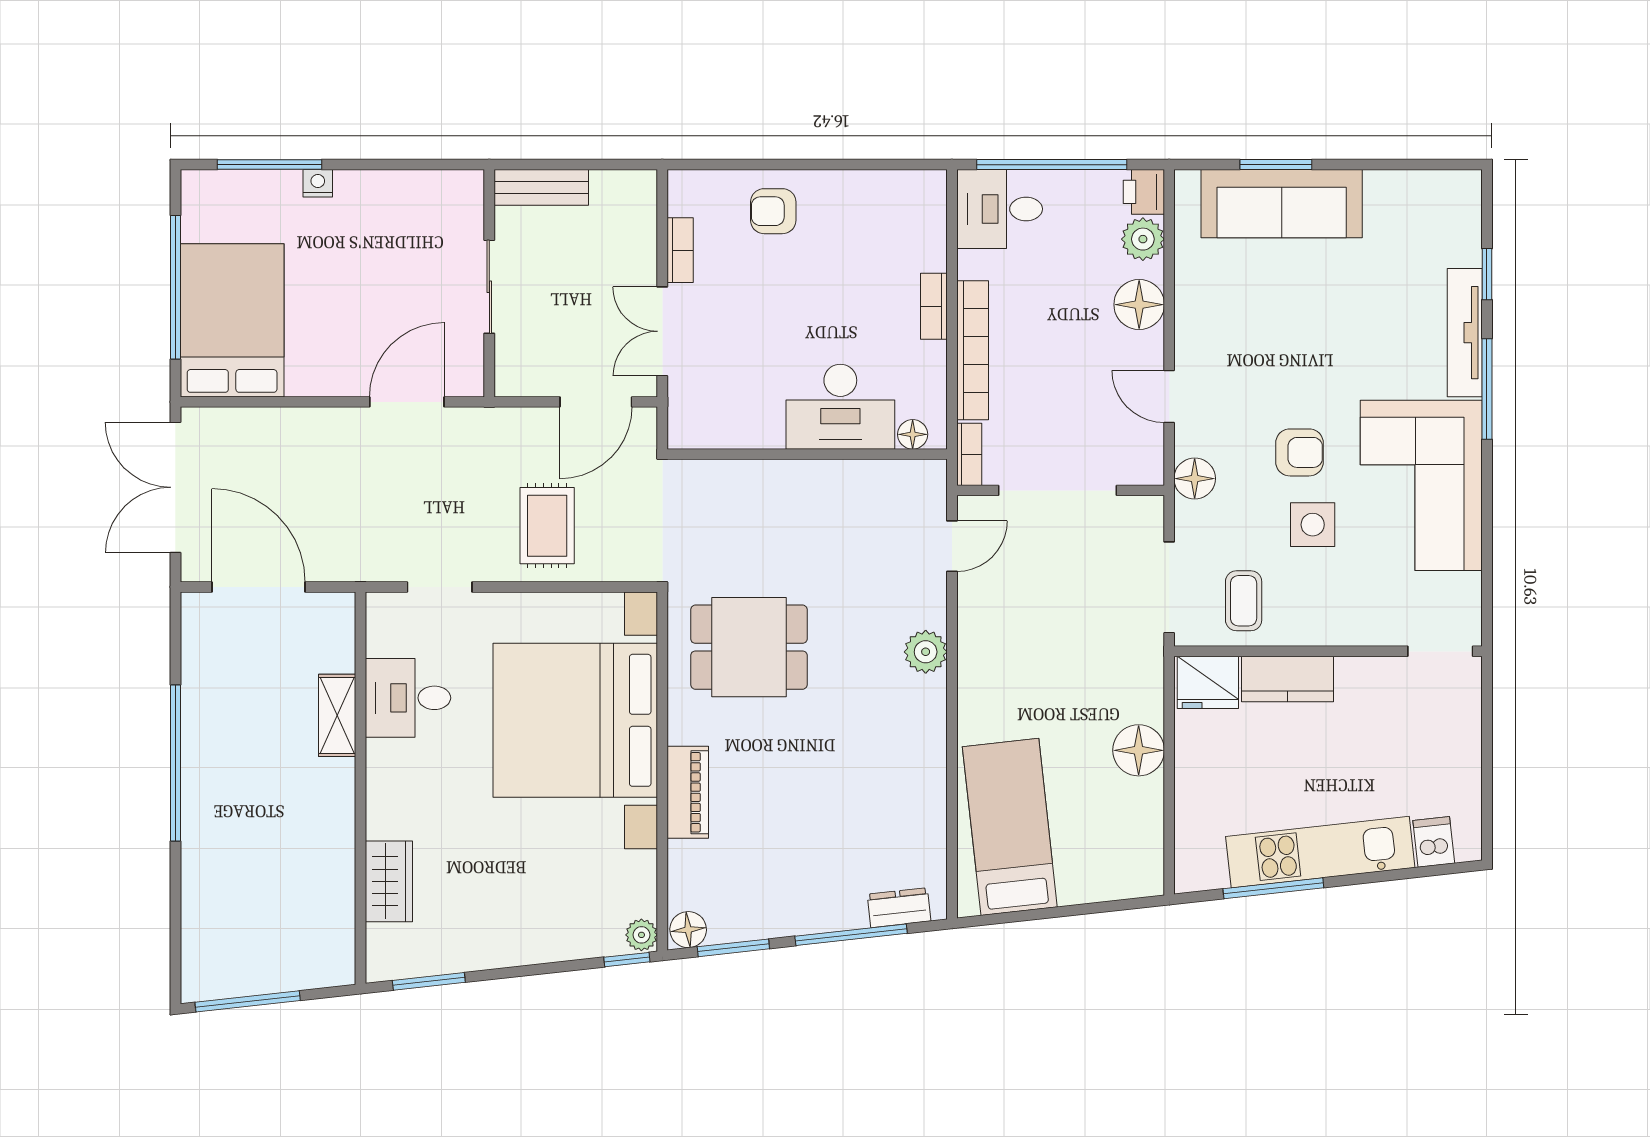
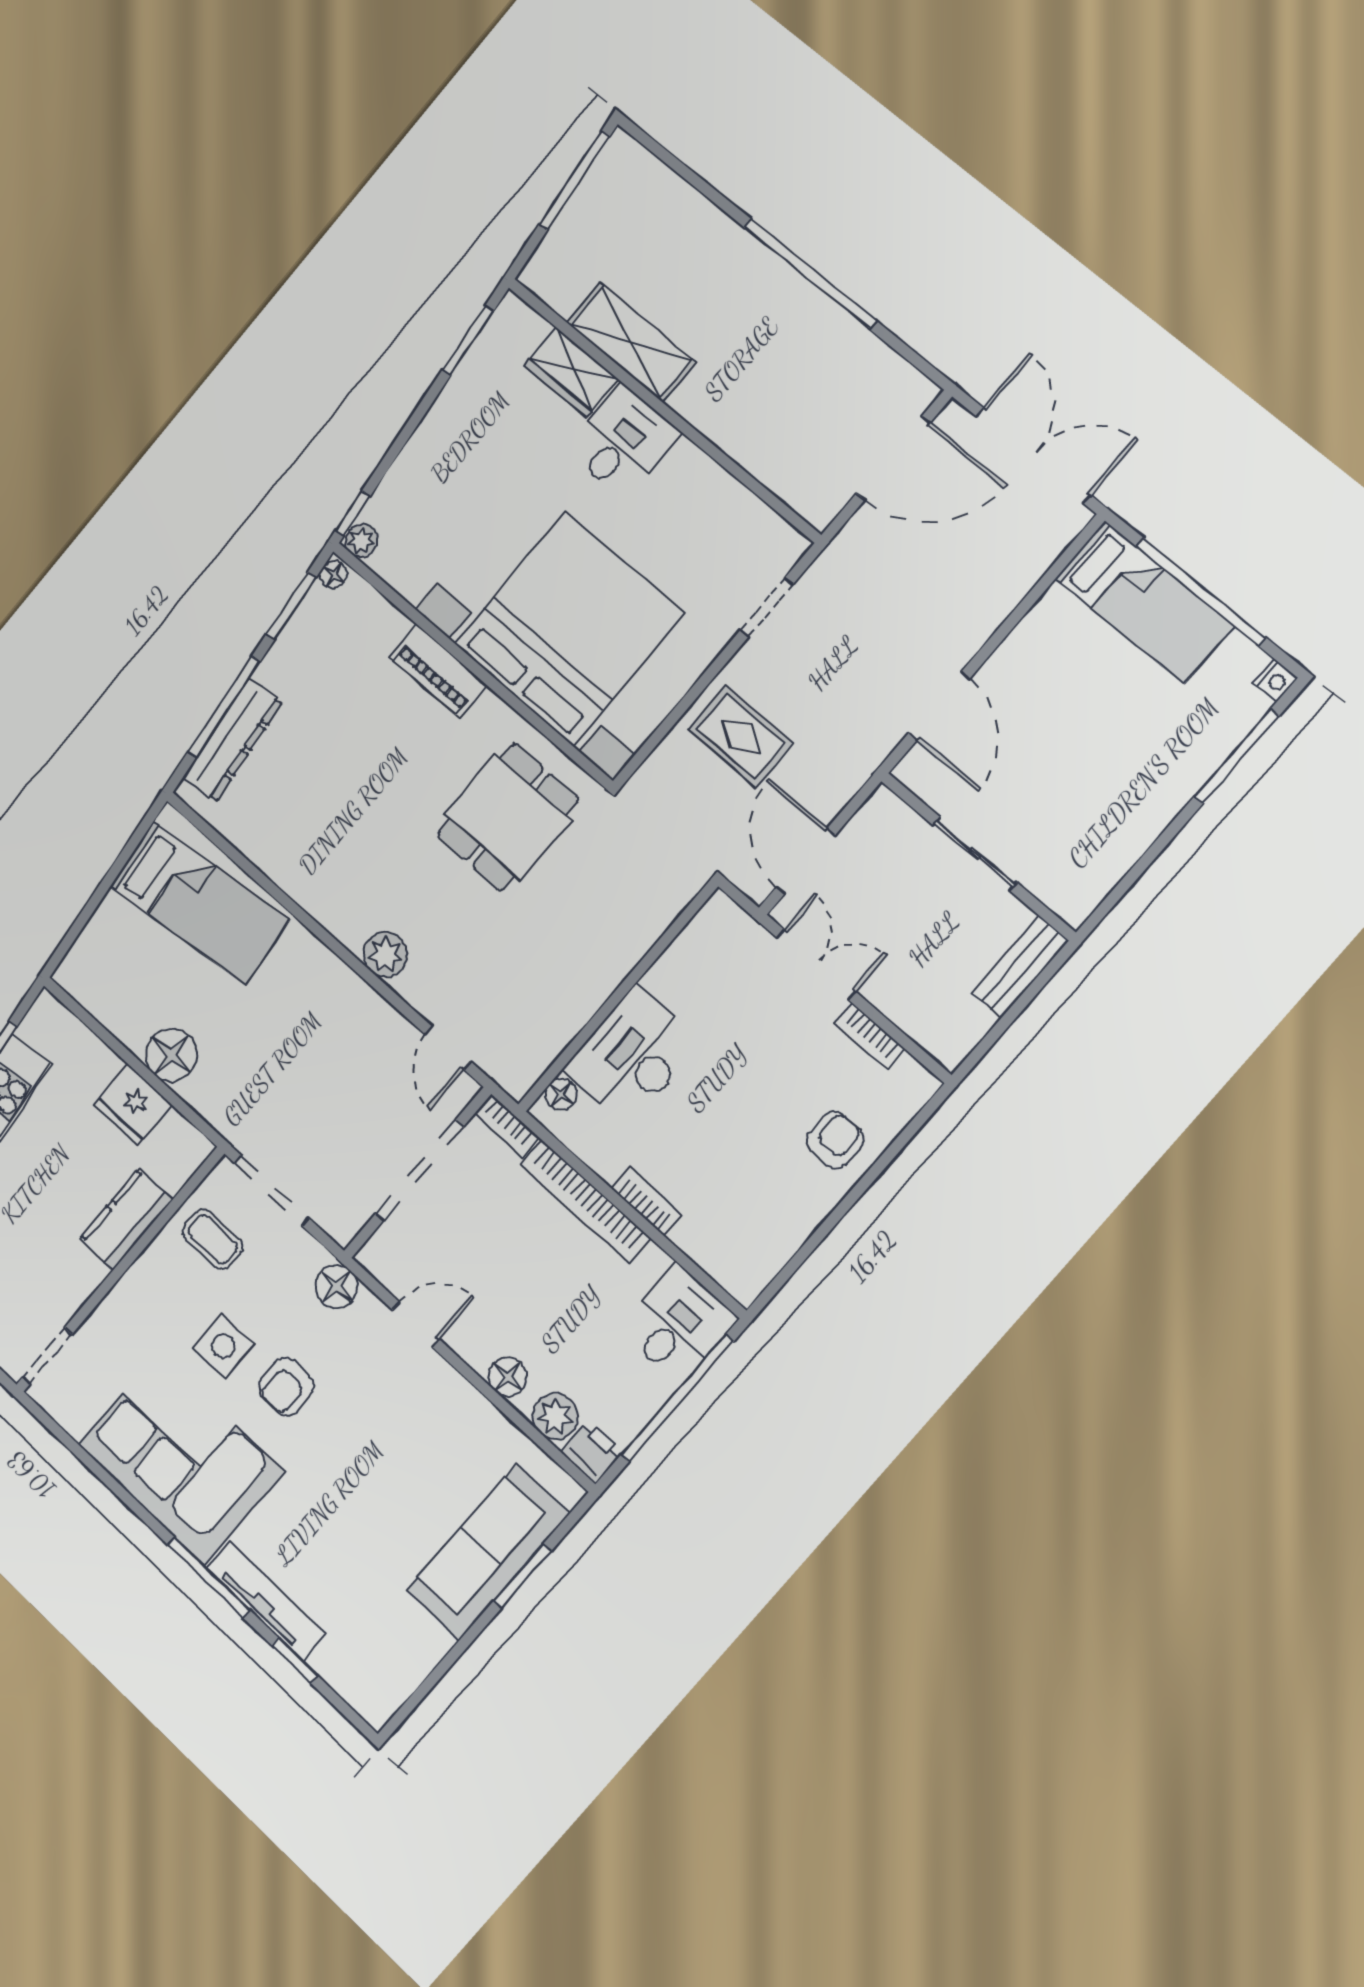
nightstand: (318, 183) -> (1275, 680), moved
floor lamp: (1139, 305) -> (508, 1377), width x0.73, depth x0.73
bed: (232, 320) -> (1144, 602), width x0.67
fridge: (1208, 682) -> (133, 1104), moved, turned -90
desk: (408, 698) -> (623, 442), moved
shelving: (337, 715) -> (631, 342), moved, width x1.50, depth x1.33
dresser: (899, 908) -> (232, 740), width x1.96, depth x1.24
floor lamp: (688, 930) -> (333, 574), width x0.73, depth x0.73

